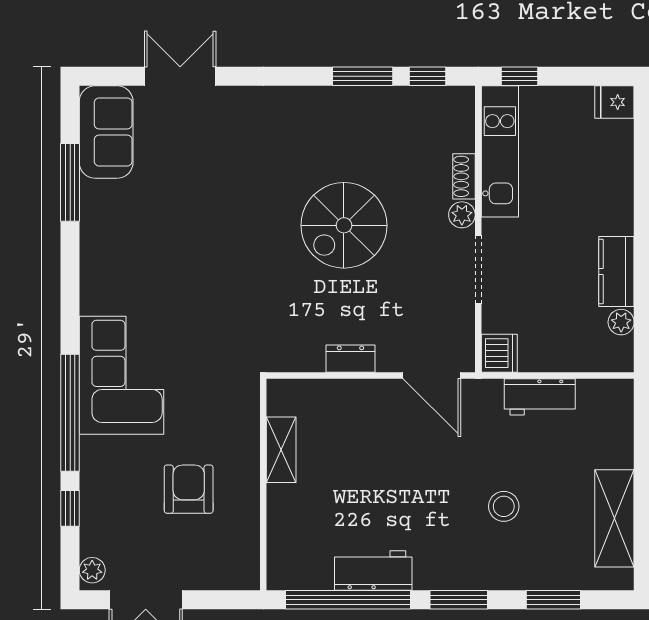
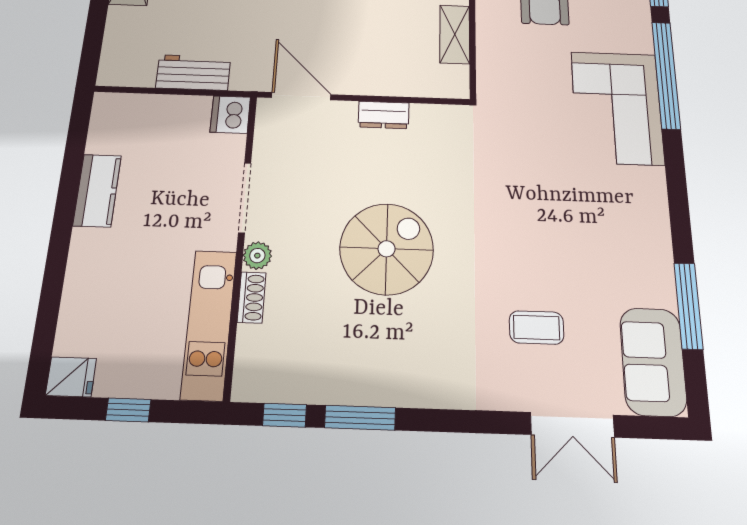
window: (519, 76) -> (128, 410), moved
coffee table: (208, 158) -> (537, 327), added
plant: (621, 322) -> (100, 140), removed

